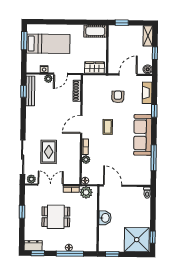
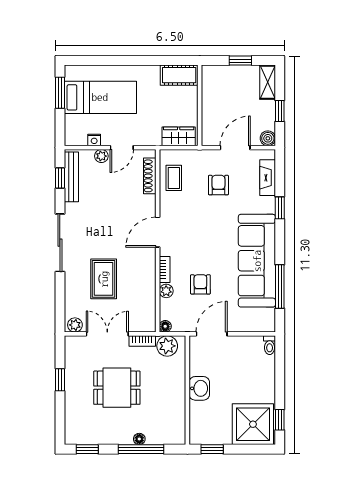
window: (122, 23) -> (240, 61), moved
coffee table: (108, 127) -> (174, 178), moved
sofa: (143, 135) -> (257, 261), width x1.36, depth x1.27
armchair: (106, 156) -> (200, 284), added
sliding door: (23, 157) -> (60, 243), moved
door: (113, 186) -> (212, 334), hinge flipped
dresser: (33, 246) -> (79, 436), removed

